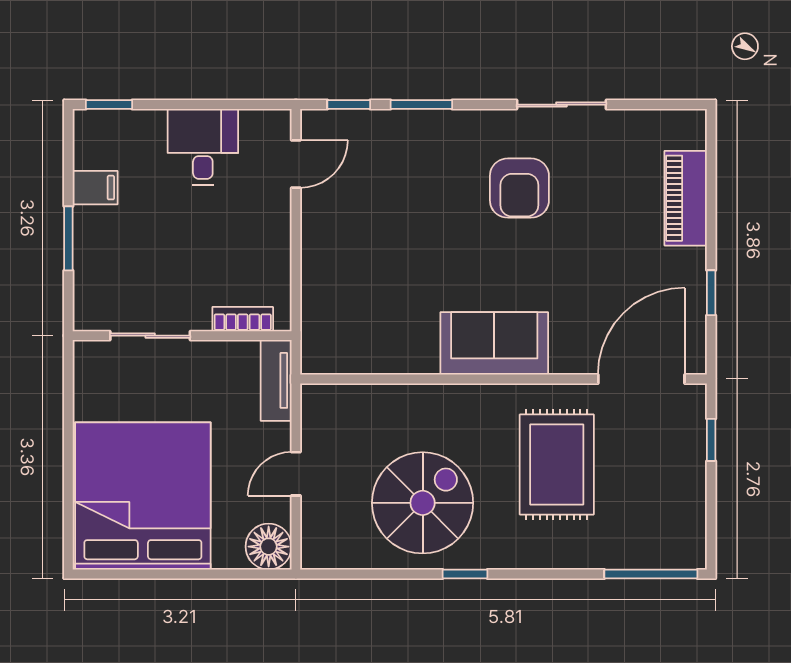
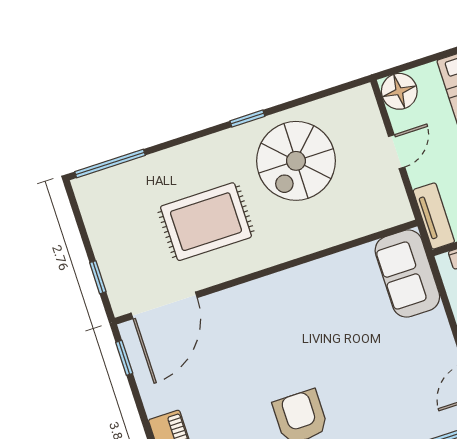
window: (711, 293) -> (124, 358), moved
sofa: (494, 343) -> (407, 274), moved, turned 90
rug: (557, 465) -> (206, 222), turned 90

